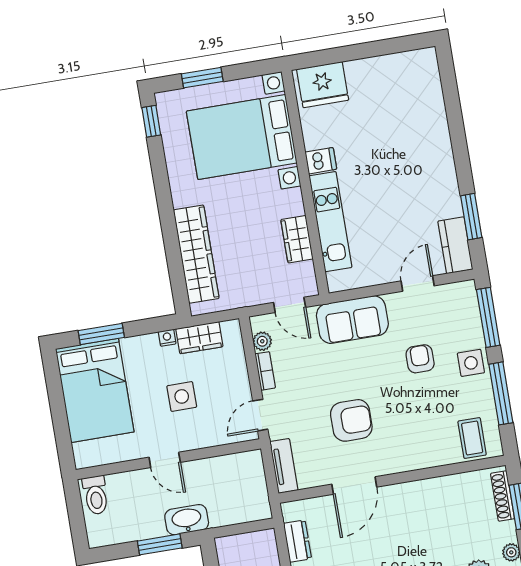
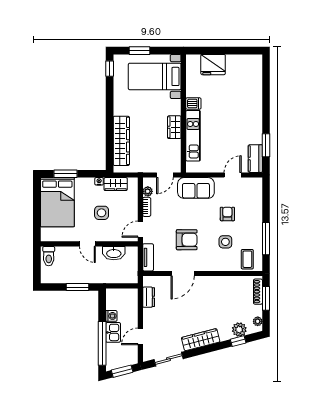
fridge: (323, 85) -> (213, 65), moved
bed with nightstands: (242, 137) -> (155, 76), width x0.73
wardrobe: (297, 239) -> (174, 127), moved
door: (290, 305) -> (165, 175), hinge flipped
window: (488, 317) -> (266, 199), removed
side table: (471, 363) -> (225, 242), moved
washbasin: (187, 520) -> (114, 253), moved, turned 180

